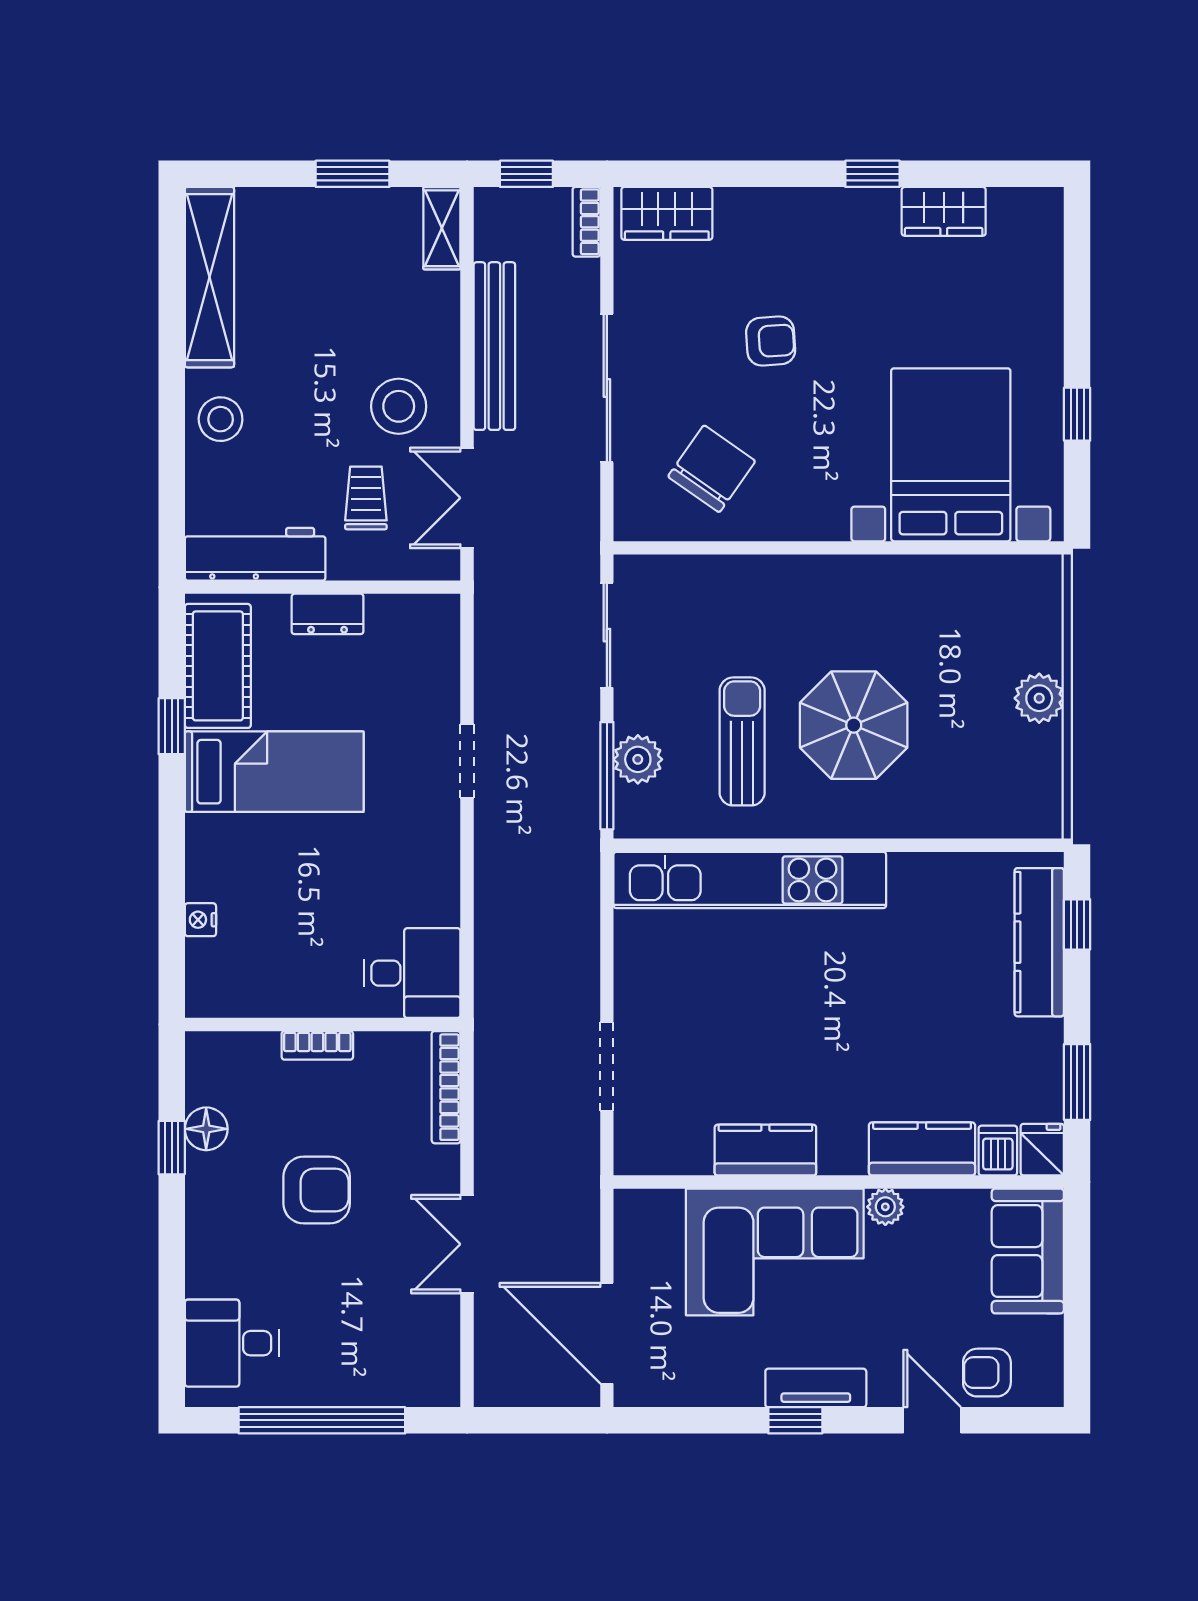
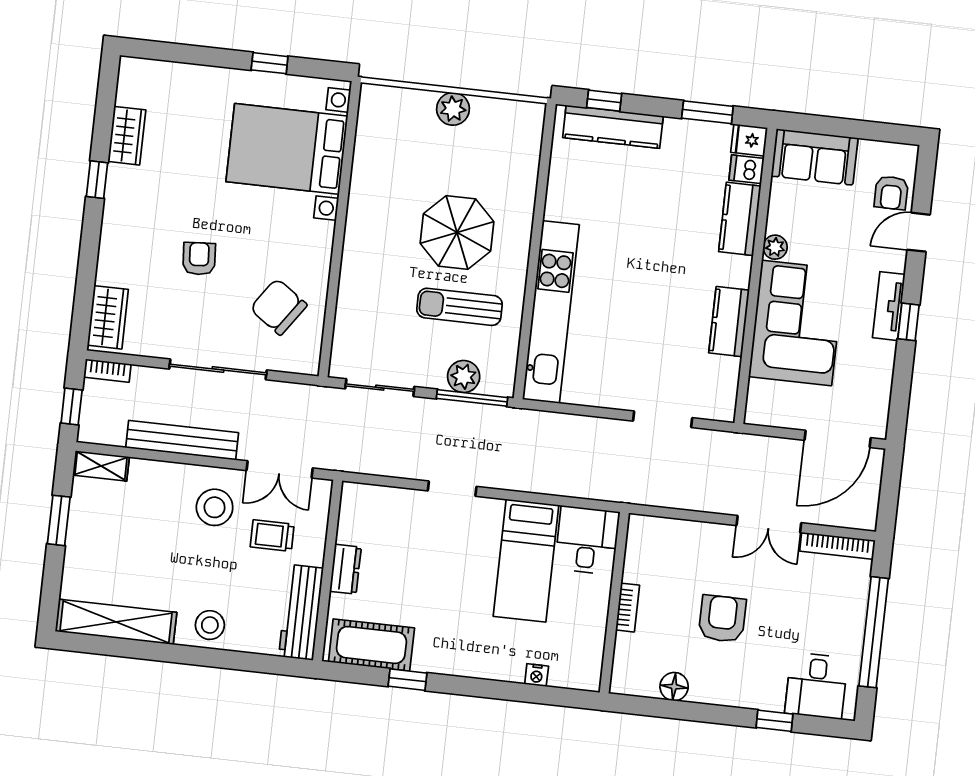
bed: (274, 772) -> (526, 561), moved, turned 180
bookcase: (446, 1087) -> (837, 546), moved
window: (172, 1148) -> (775, 721), moved

